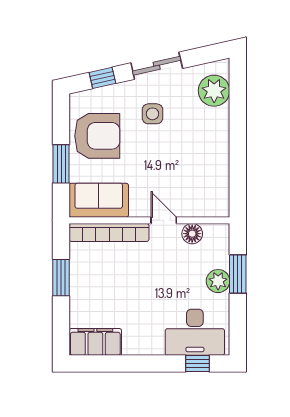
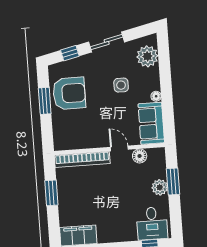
side table: (152, 114) -> (121, 85), moved
floor lamp: (222, 149) -> (156, 96), added
window: (61, 164) -> (45, 101), moved
sofa: (99, 200) -> (151, 123), moved, turned -90
desk: (195, 332) -> (152, 223), width x0.73

